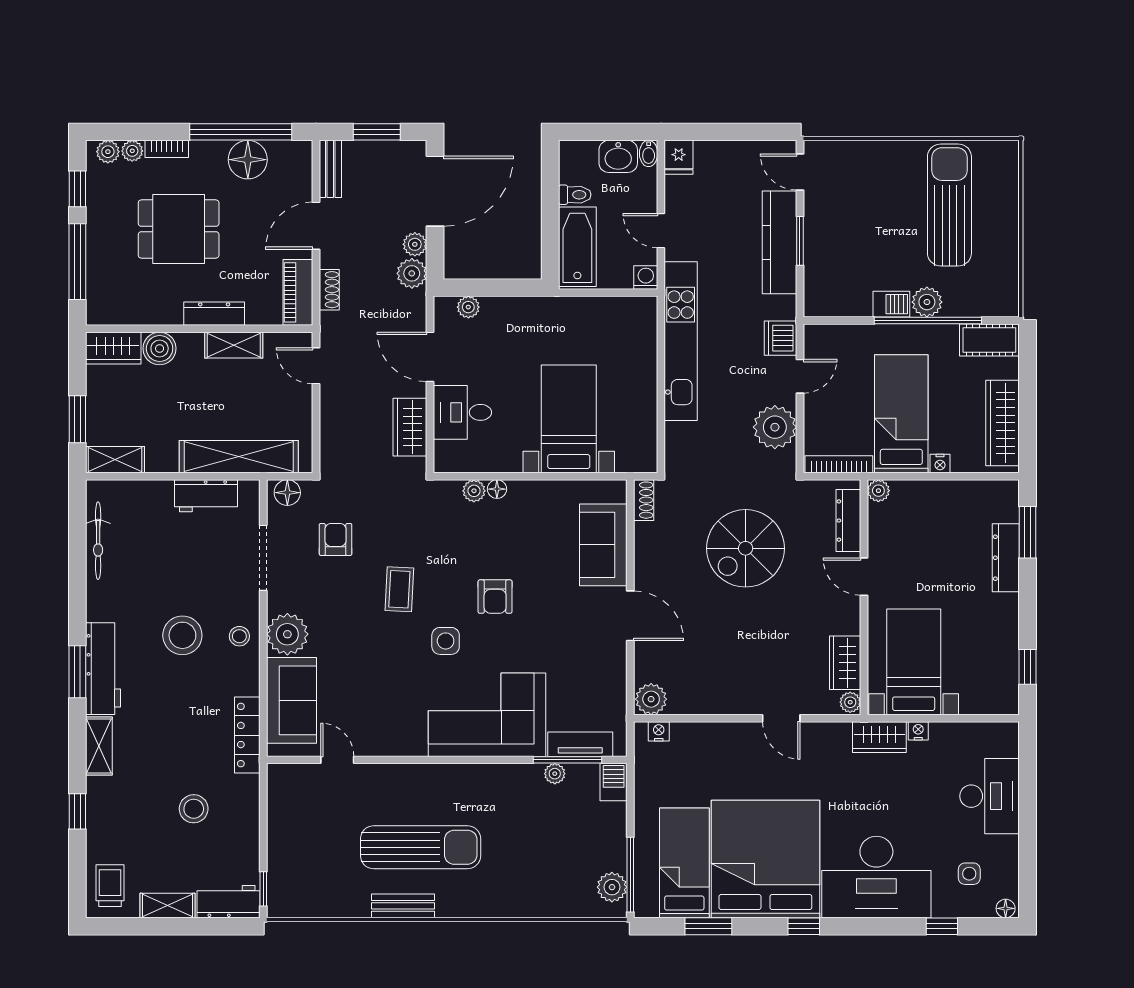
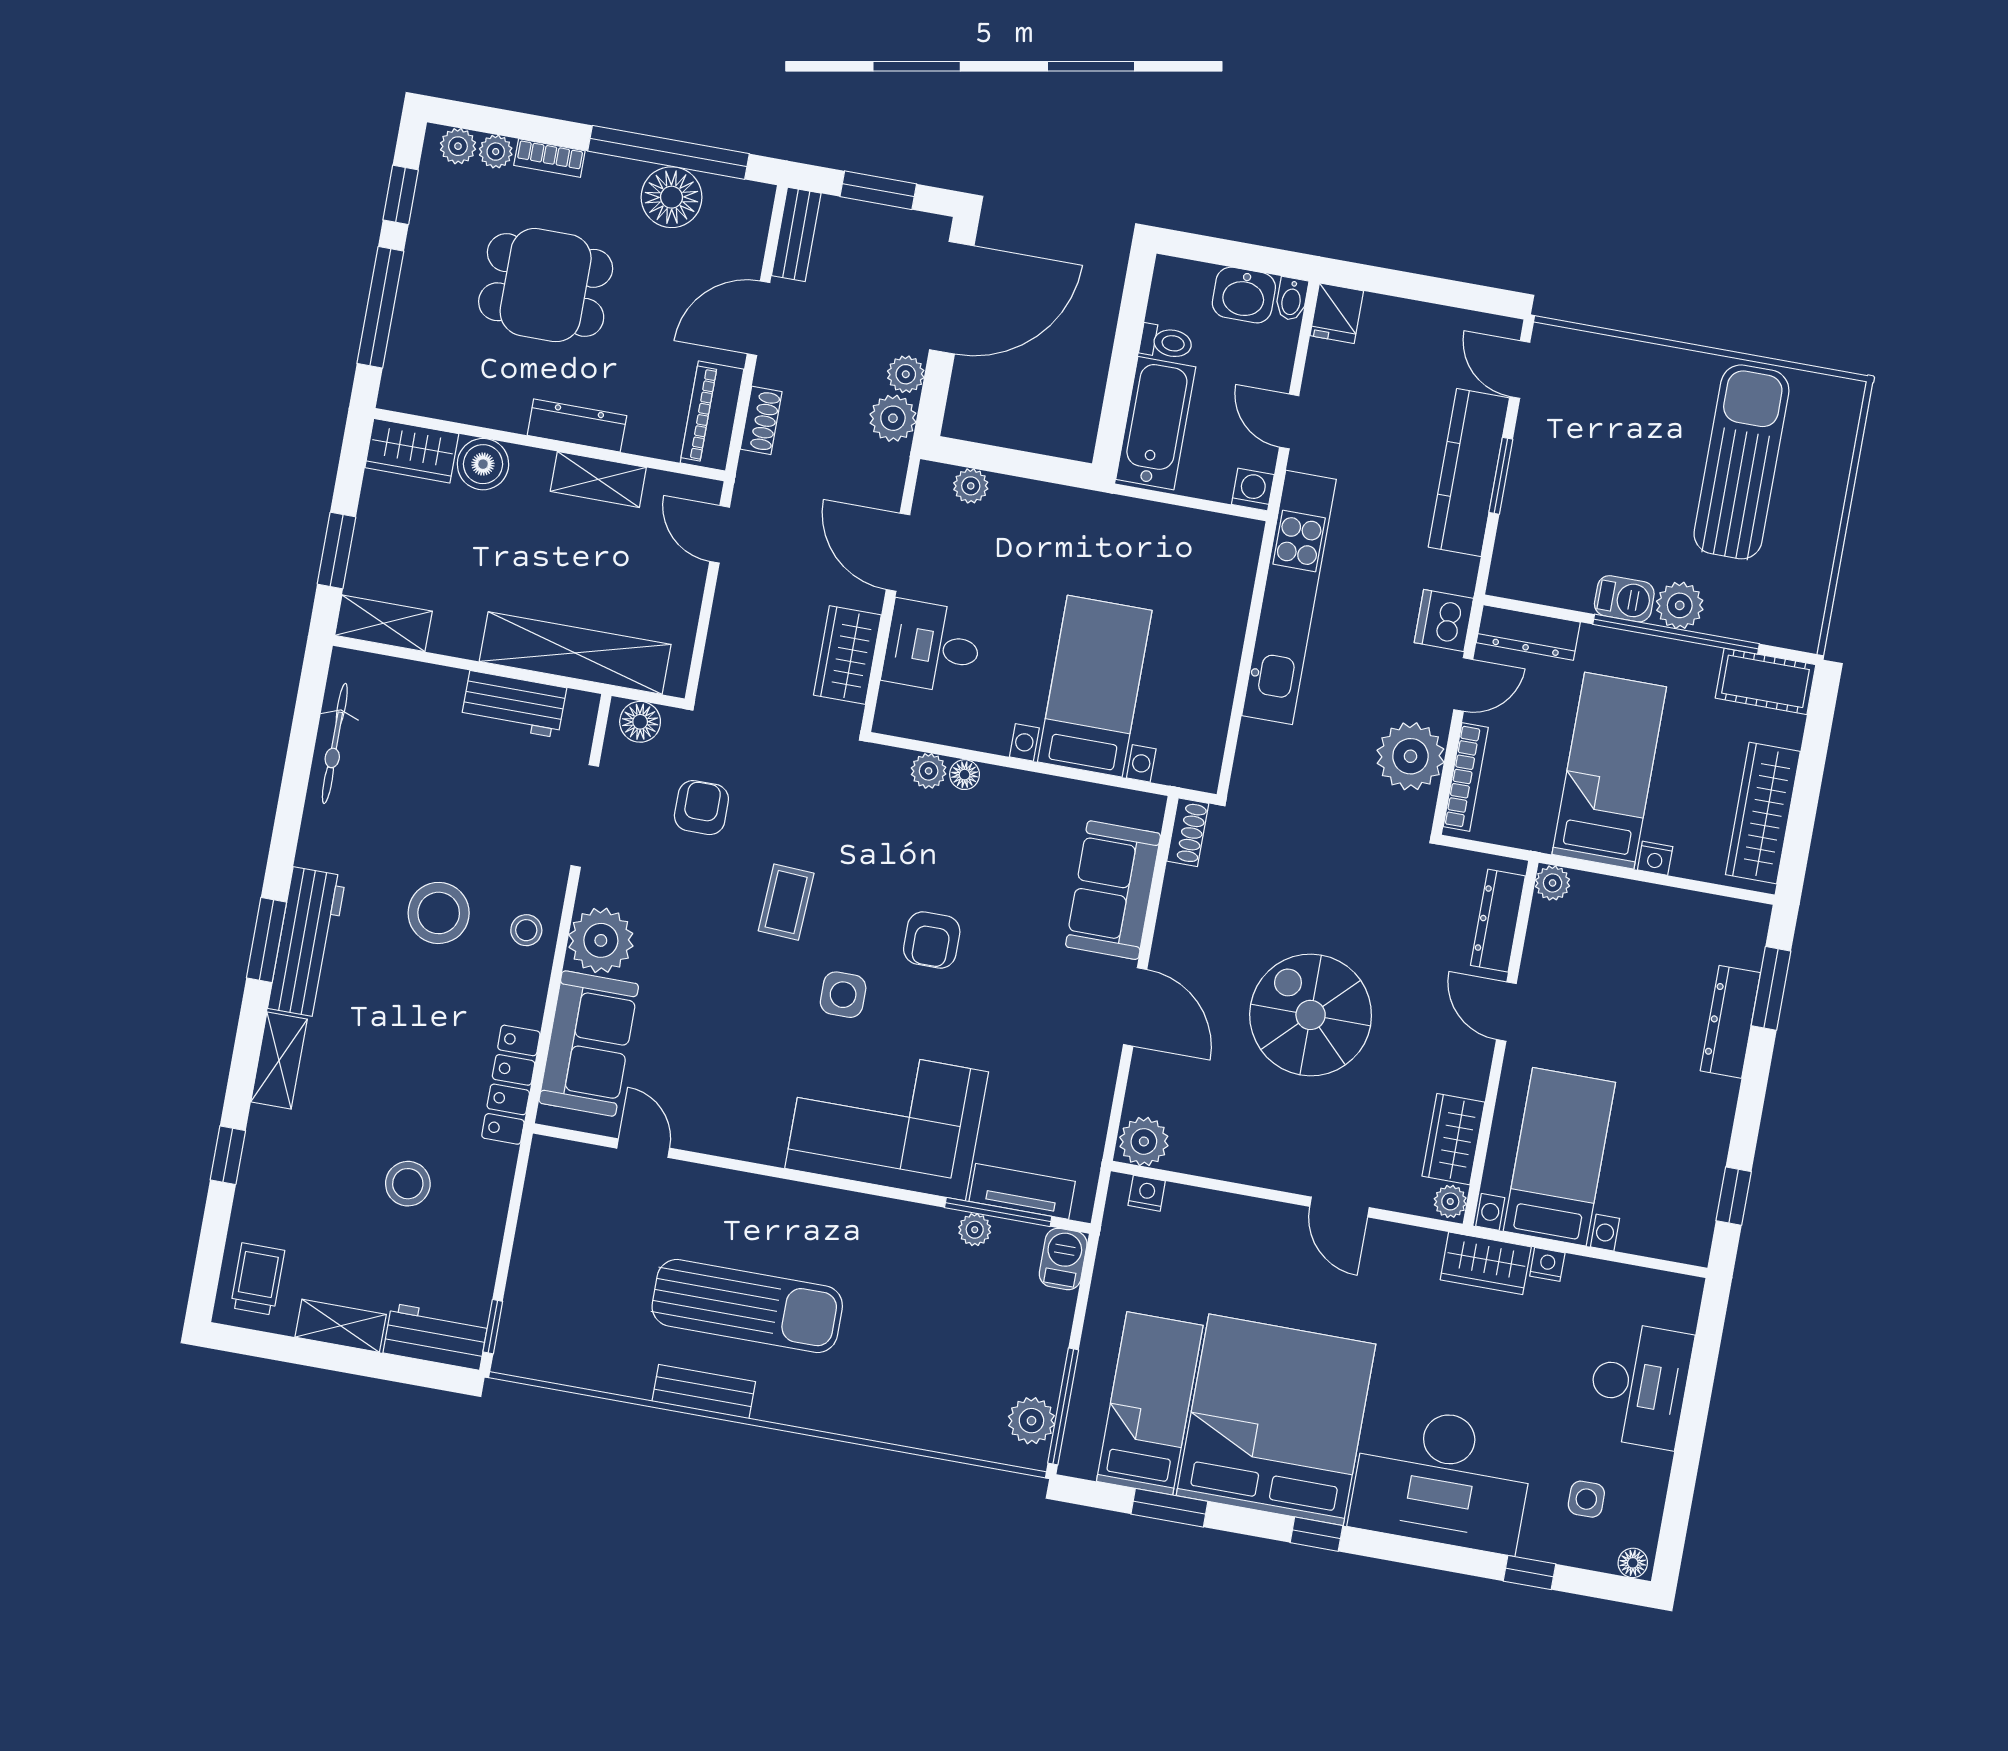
dresser: (835, 336) -> (1528, 632), added
bookcase: (839, 464) -> (1466, 777), moved, turned 90
spiral stairs: (746, 548) -> (1311, 1015), moved, turned 90

